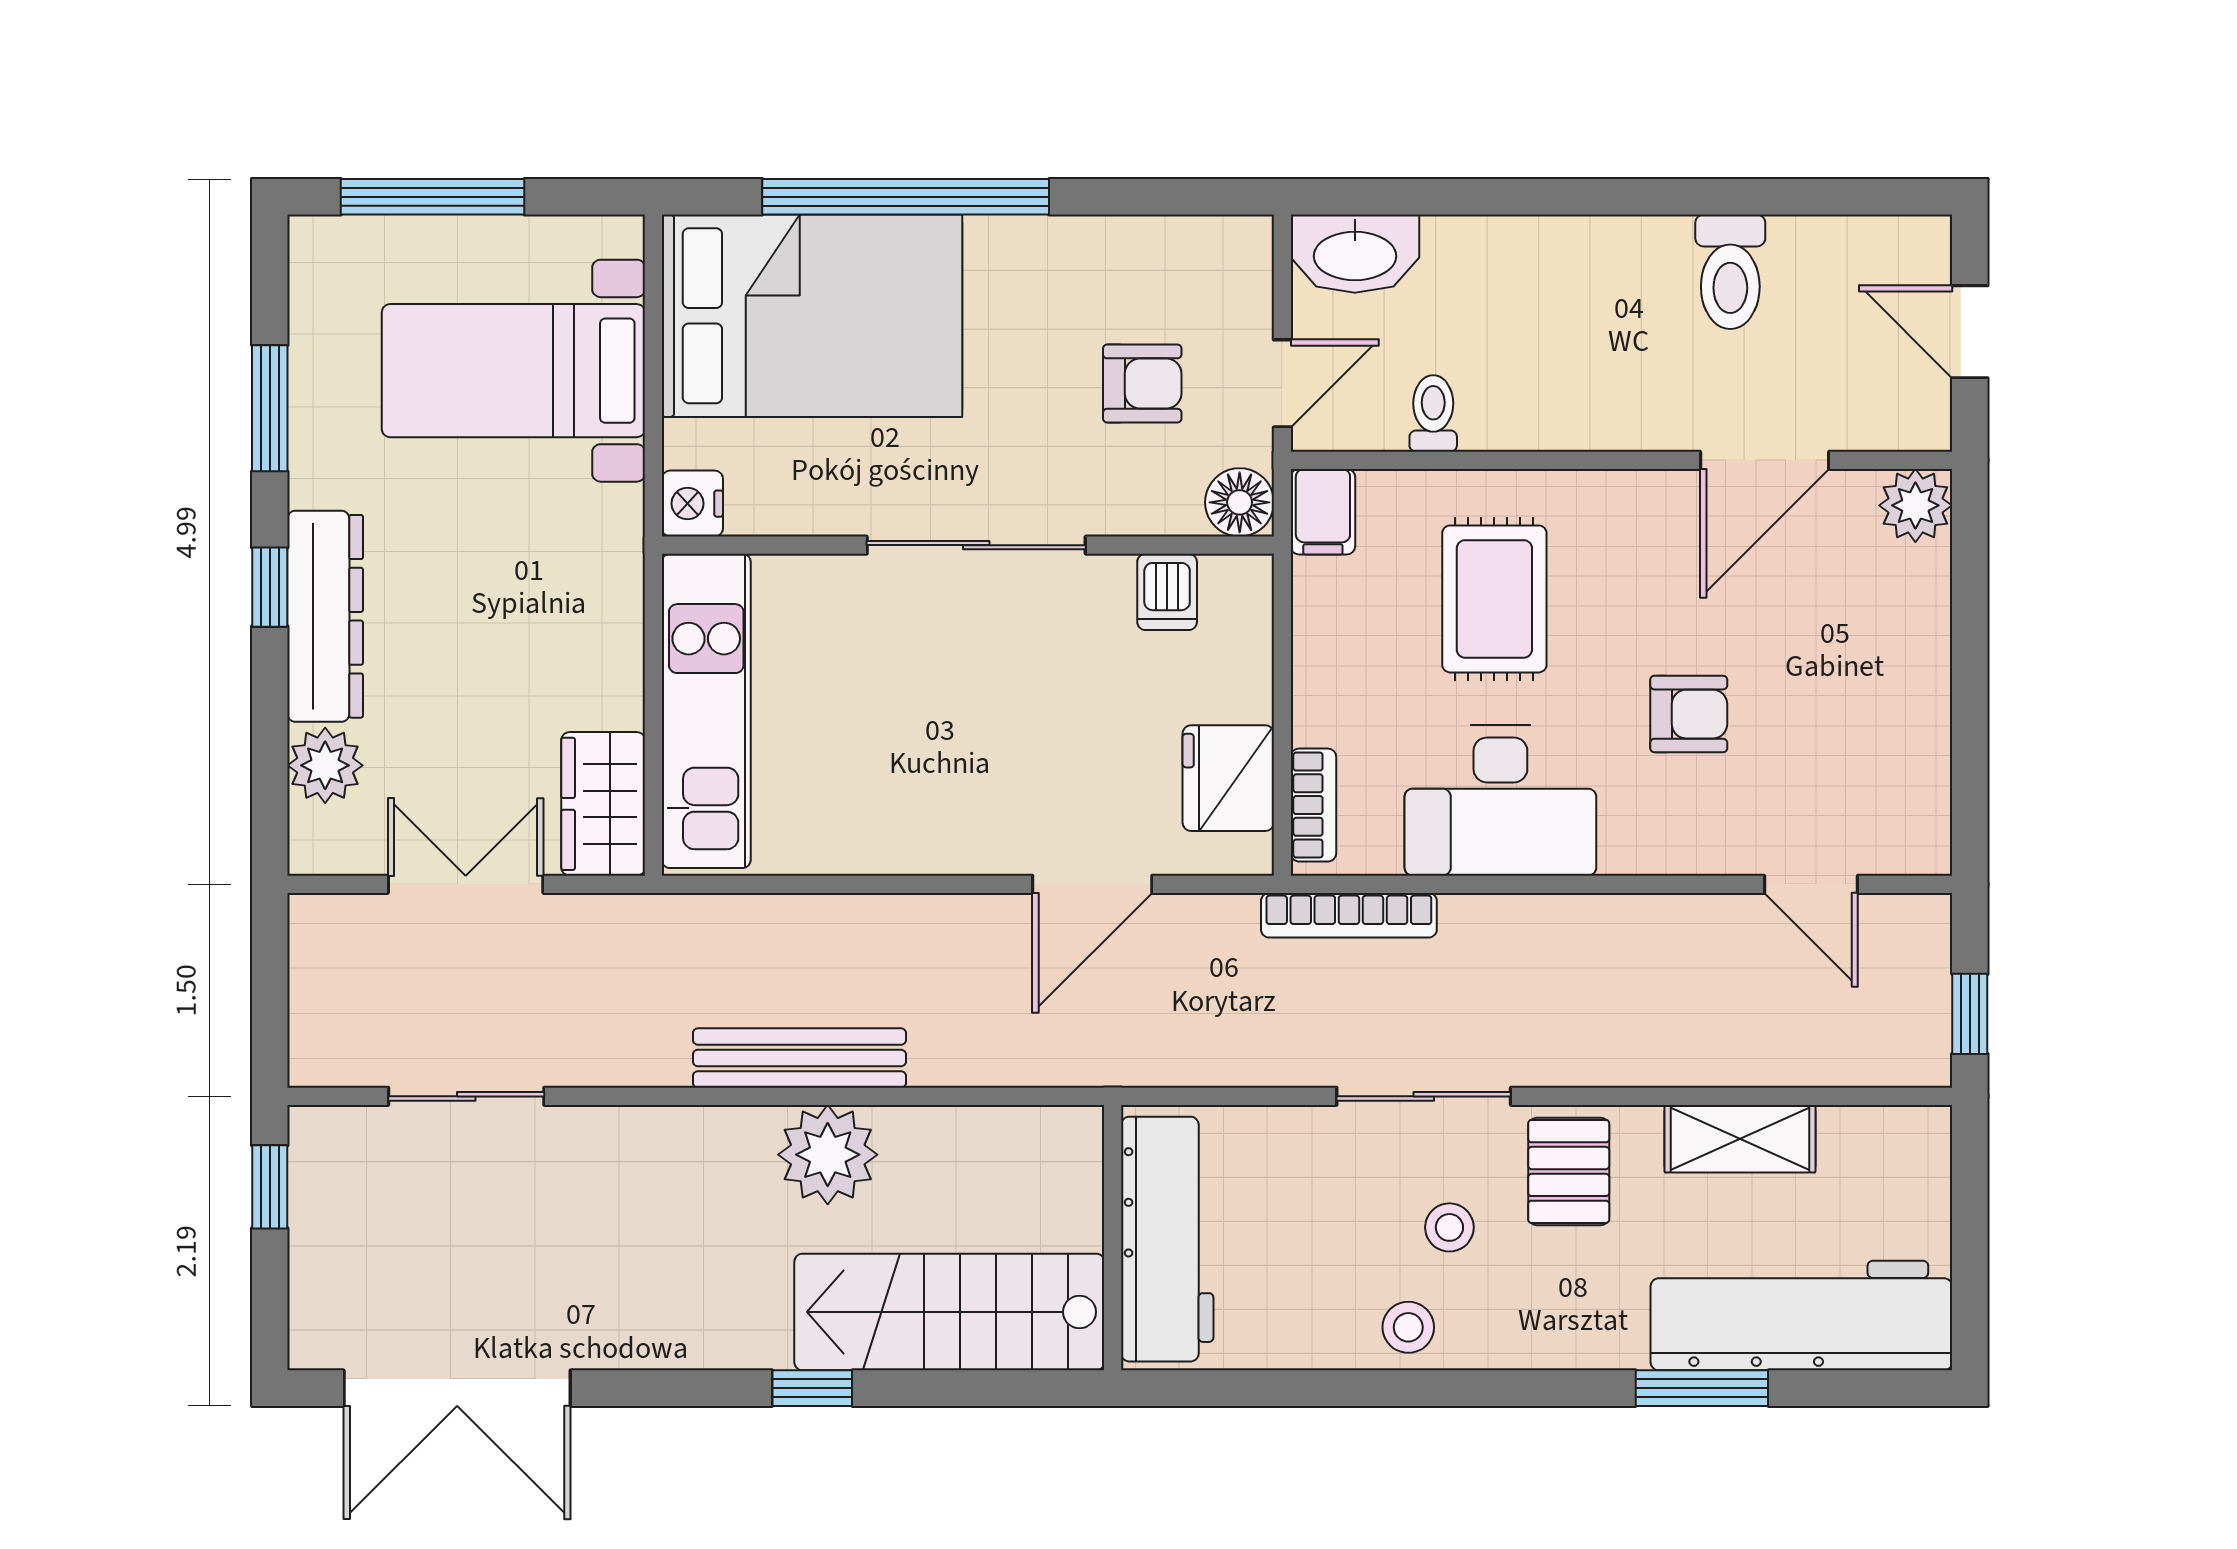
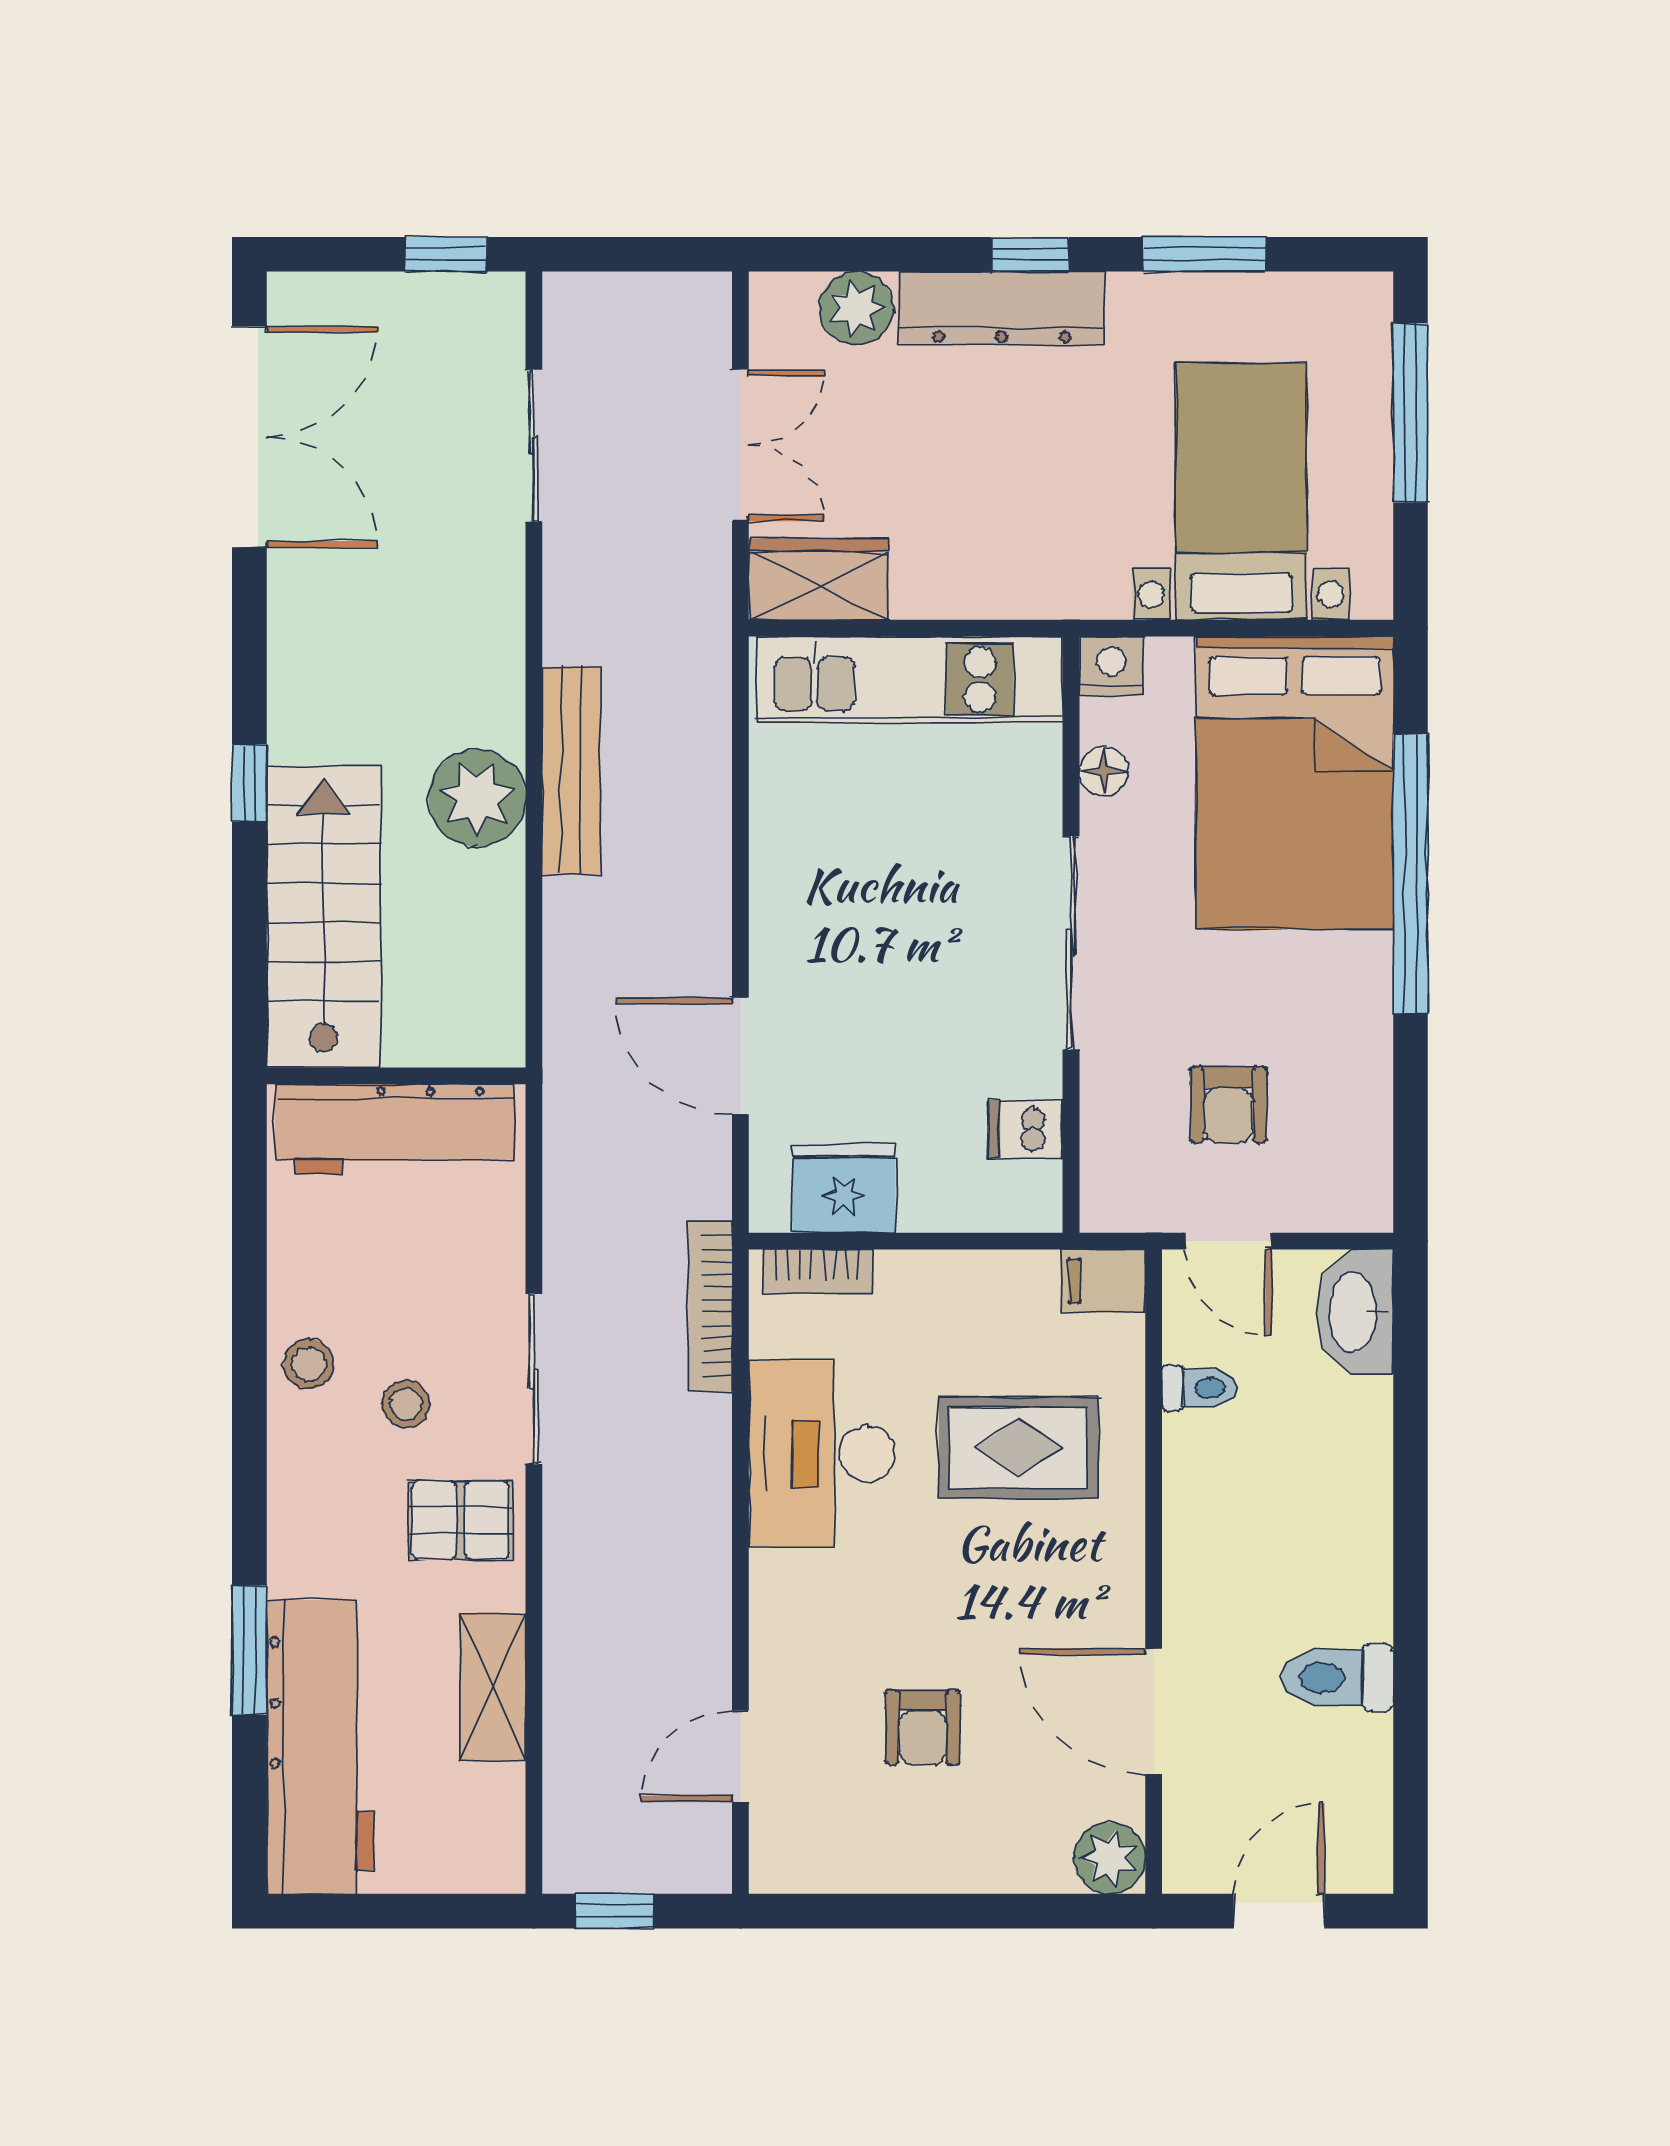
floor lamp: (1240, 502) -> (1104, 771), moved, width x0.73, depth x0.73
armchair: (1689, 714) -> (923, 1727), moved
double door: (457, 1388) -> (249, 437), swing flipped

